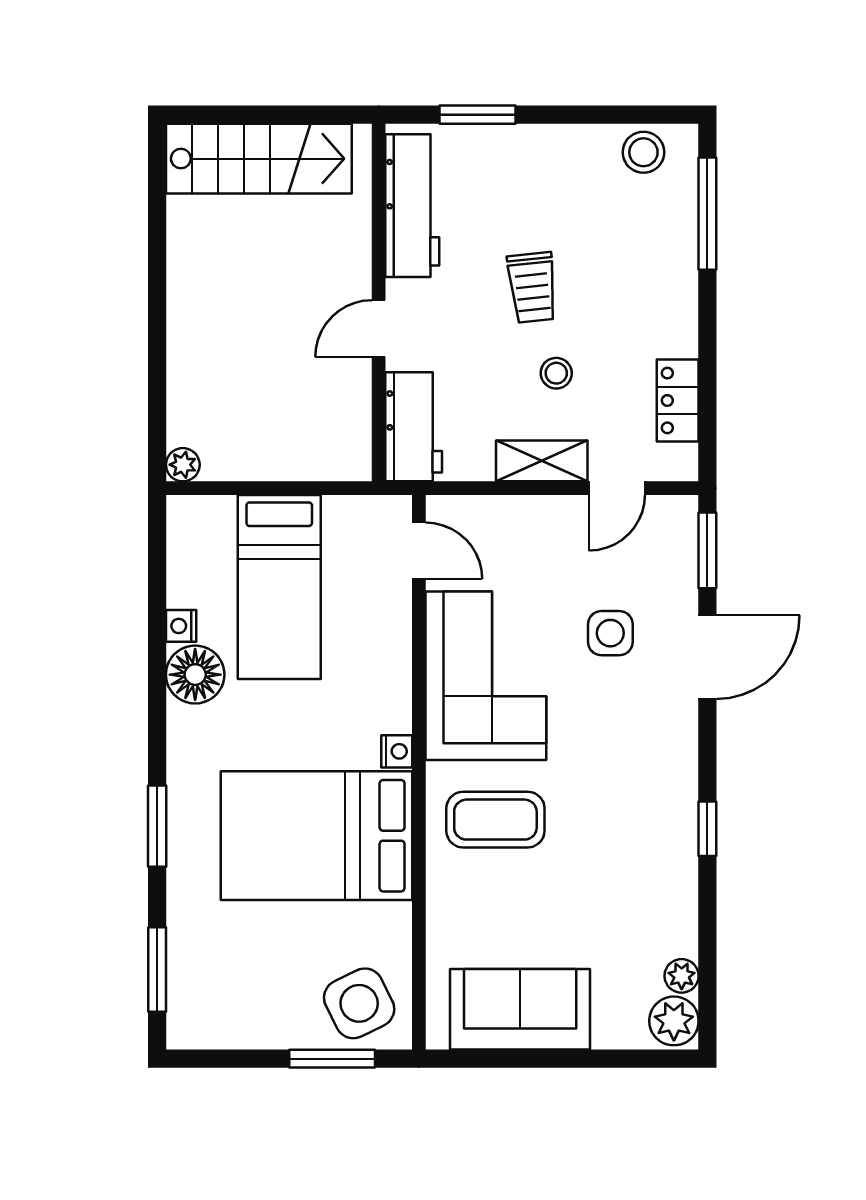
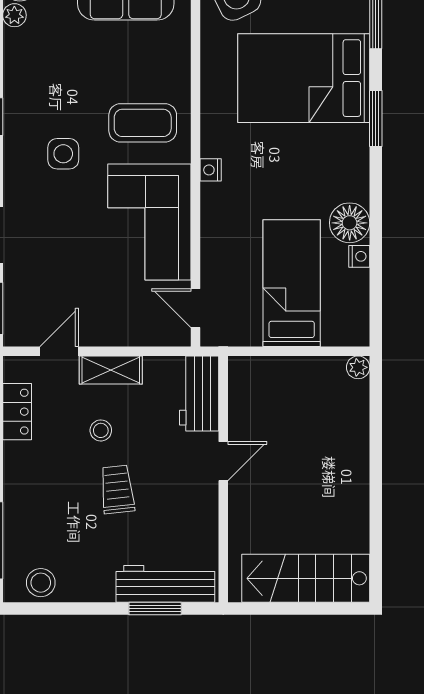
workbench: (412, 206) -> (165, 584), moved, turned 90
side table: (610, 633) -> (63, 154), moved
bed: (316, 836) -> (304, 78), moved, turned 180

